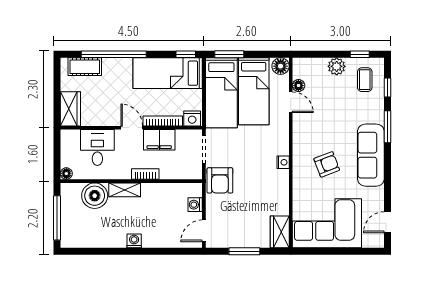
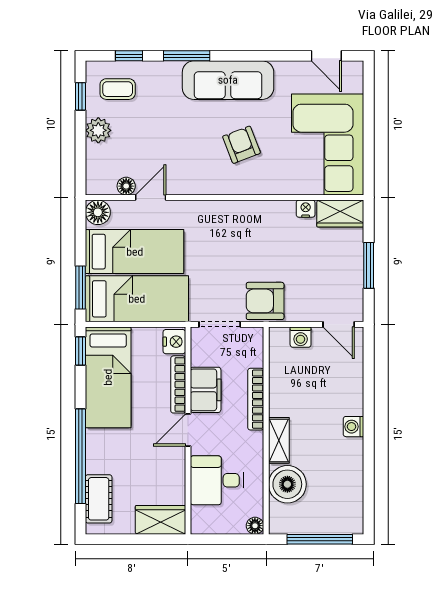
nightstand: (283, 162) -> (306, 209), moved
bookcase: (145, 174) -> (256, 399), width x1.56
armchair: (220, 180) -> (265, 301), turned 180

